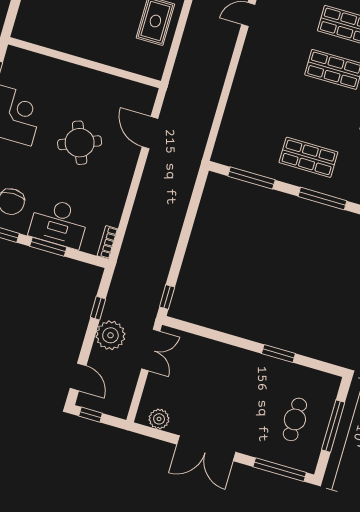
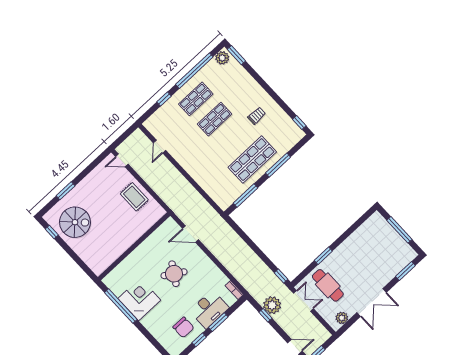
round table: (80, 143) -> (174, 274), turned -36
shop shelf: (308, 157) -> (252, 160), width x1.43, depth x1.36
plant: (110, 335) -> (272, 305), moved
window: (278, 353) -> (323, 256), moved
cafe table: (295, 419) -> (328, 285), moved, width x1.37, depth x1.35
window: (280, 470) -> (405, 271), width x0.69

